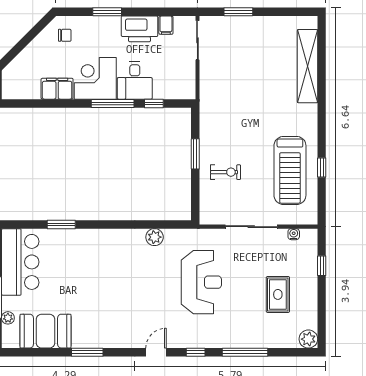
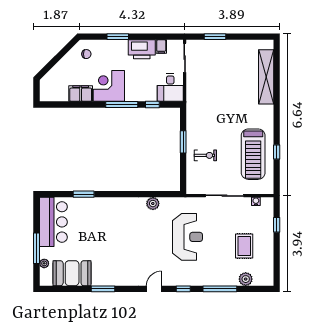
desk: (135, 80) -> (170, 87), moved
plant: (308, 339) -> (246, 279), moved

